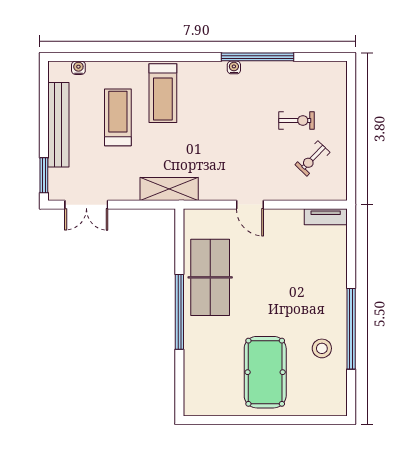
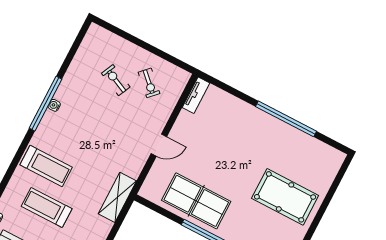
window: (258, 57) -> (45, 104), moved
exercise bike: (296, 121) -> (116, 80), turned -65
stool: (322, 348) -> (289, 147), removed

